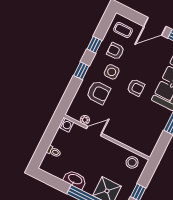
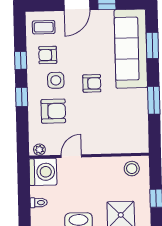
plant: (85, 120) -> (39, 150), moved
washing machine: (66, 125) -> (43, 172), width x1.89, depth x1.89

